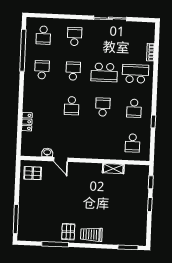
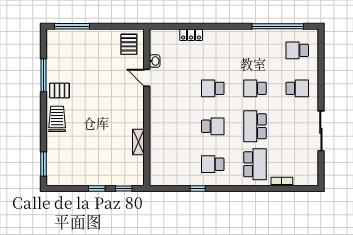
school desk: (42, 70) -> (255, 50), removed
school desk: (73, 71) -> (255, 88), turned 180
school desk: (133, 143) -> (171, 164), removed
door: (61, 159) -> (147, 78), hinge flipped

